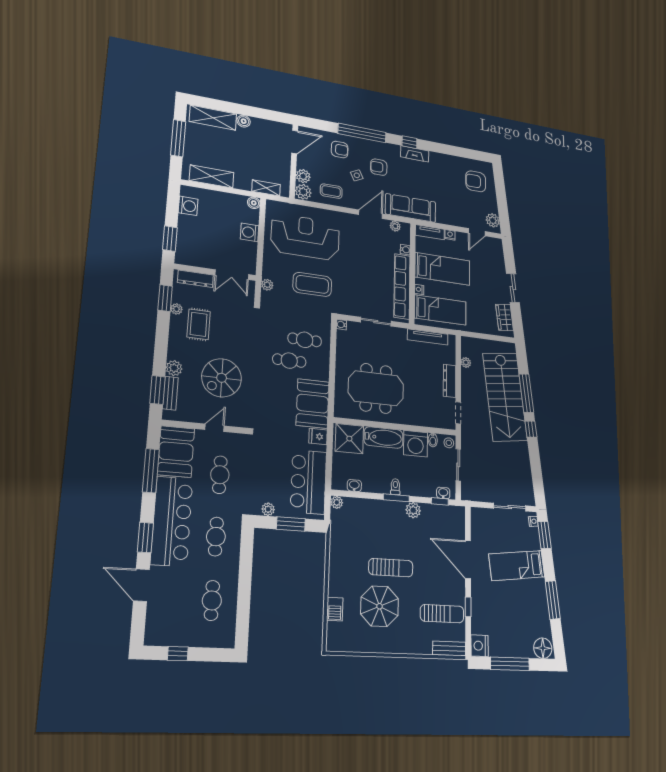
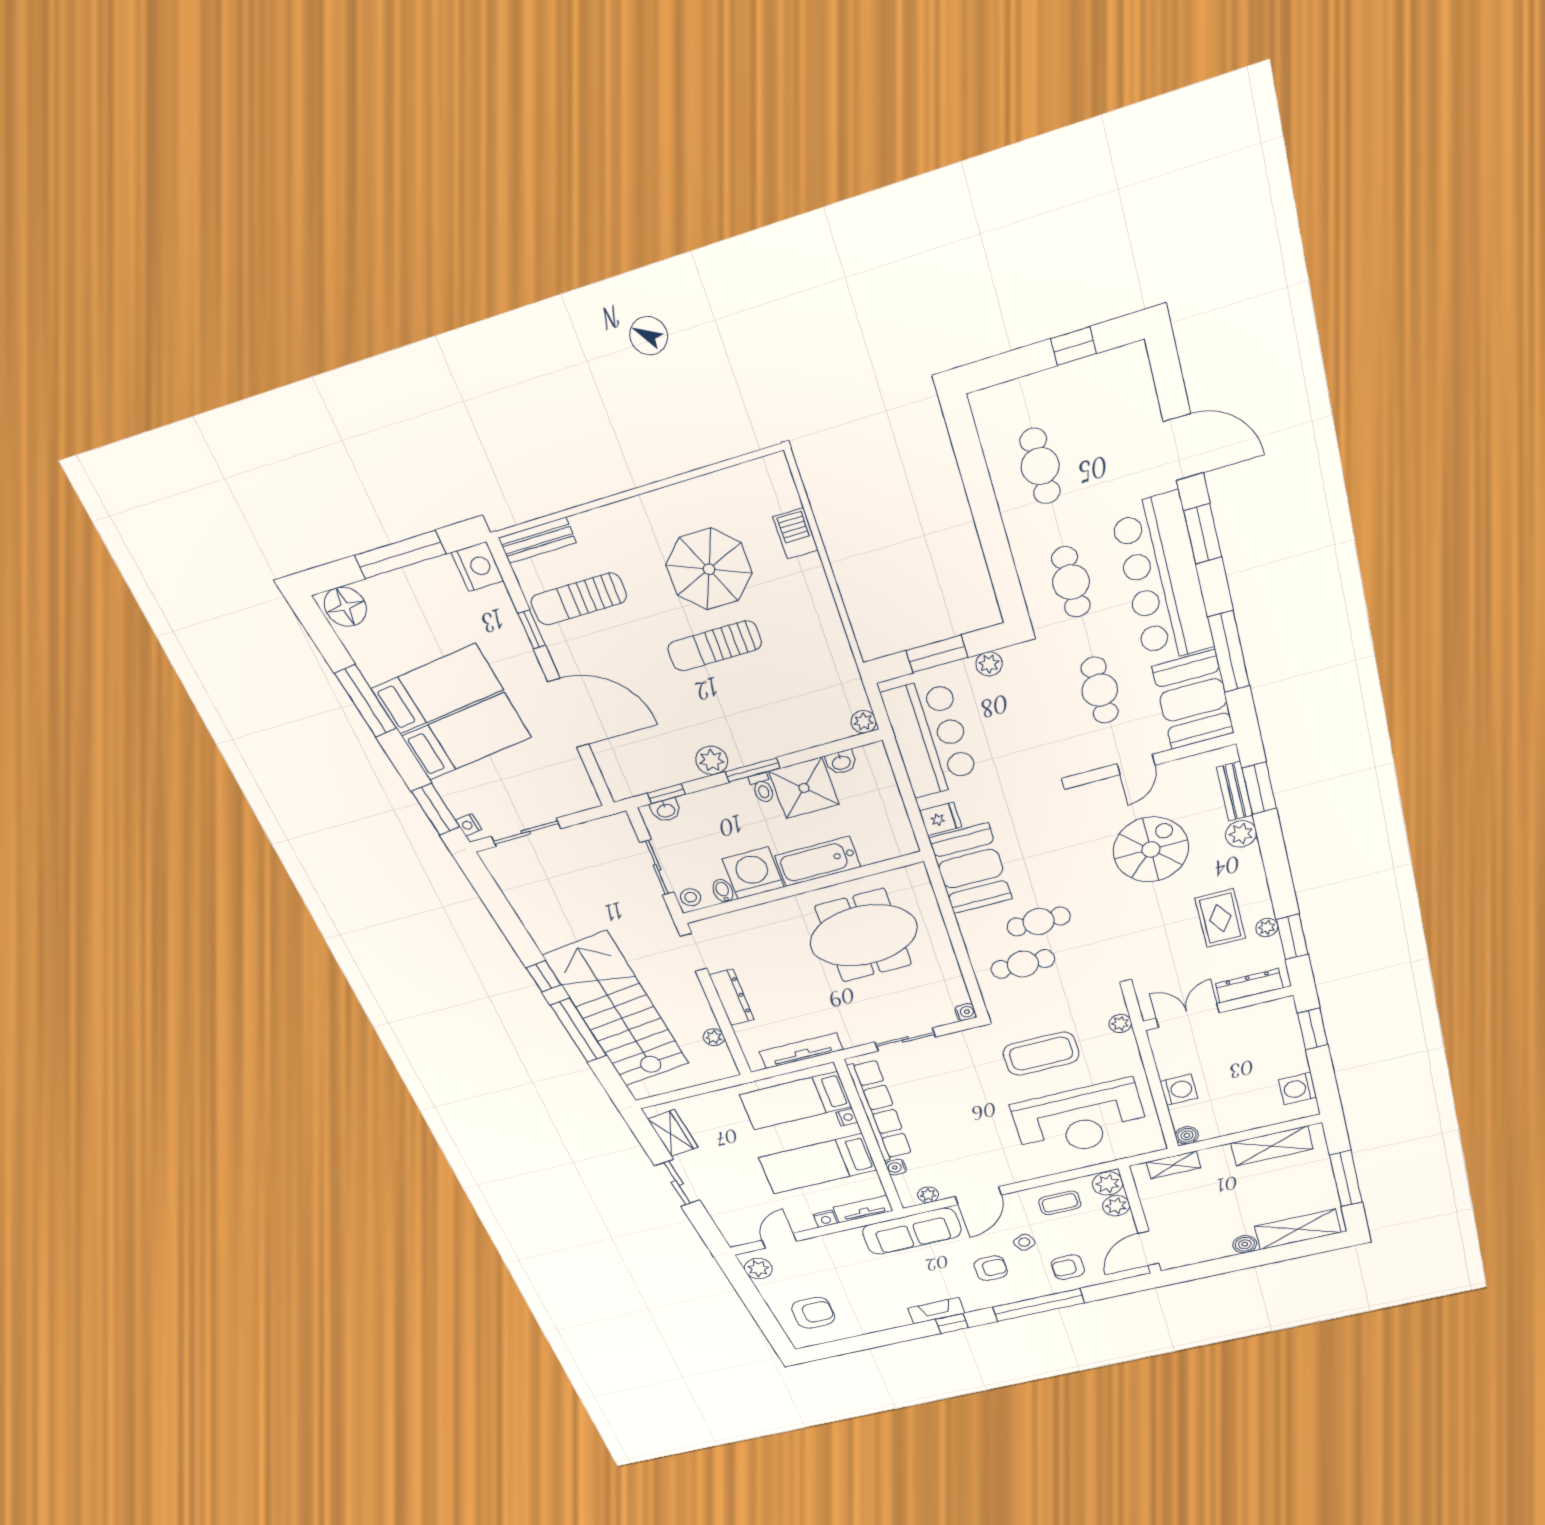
shower: (349, 439) -> (804, 788), moved
bed: (520, 594) -> (437, 689), added

